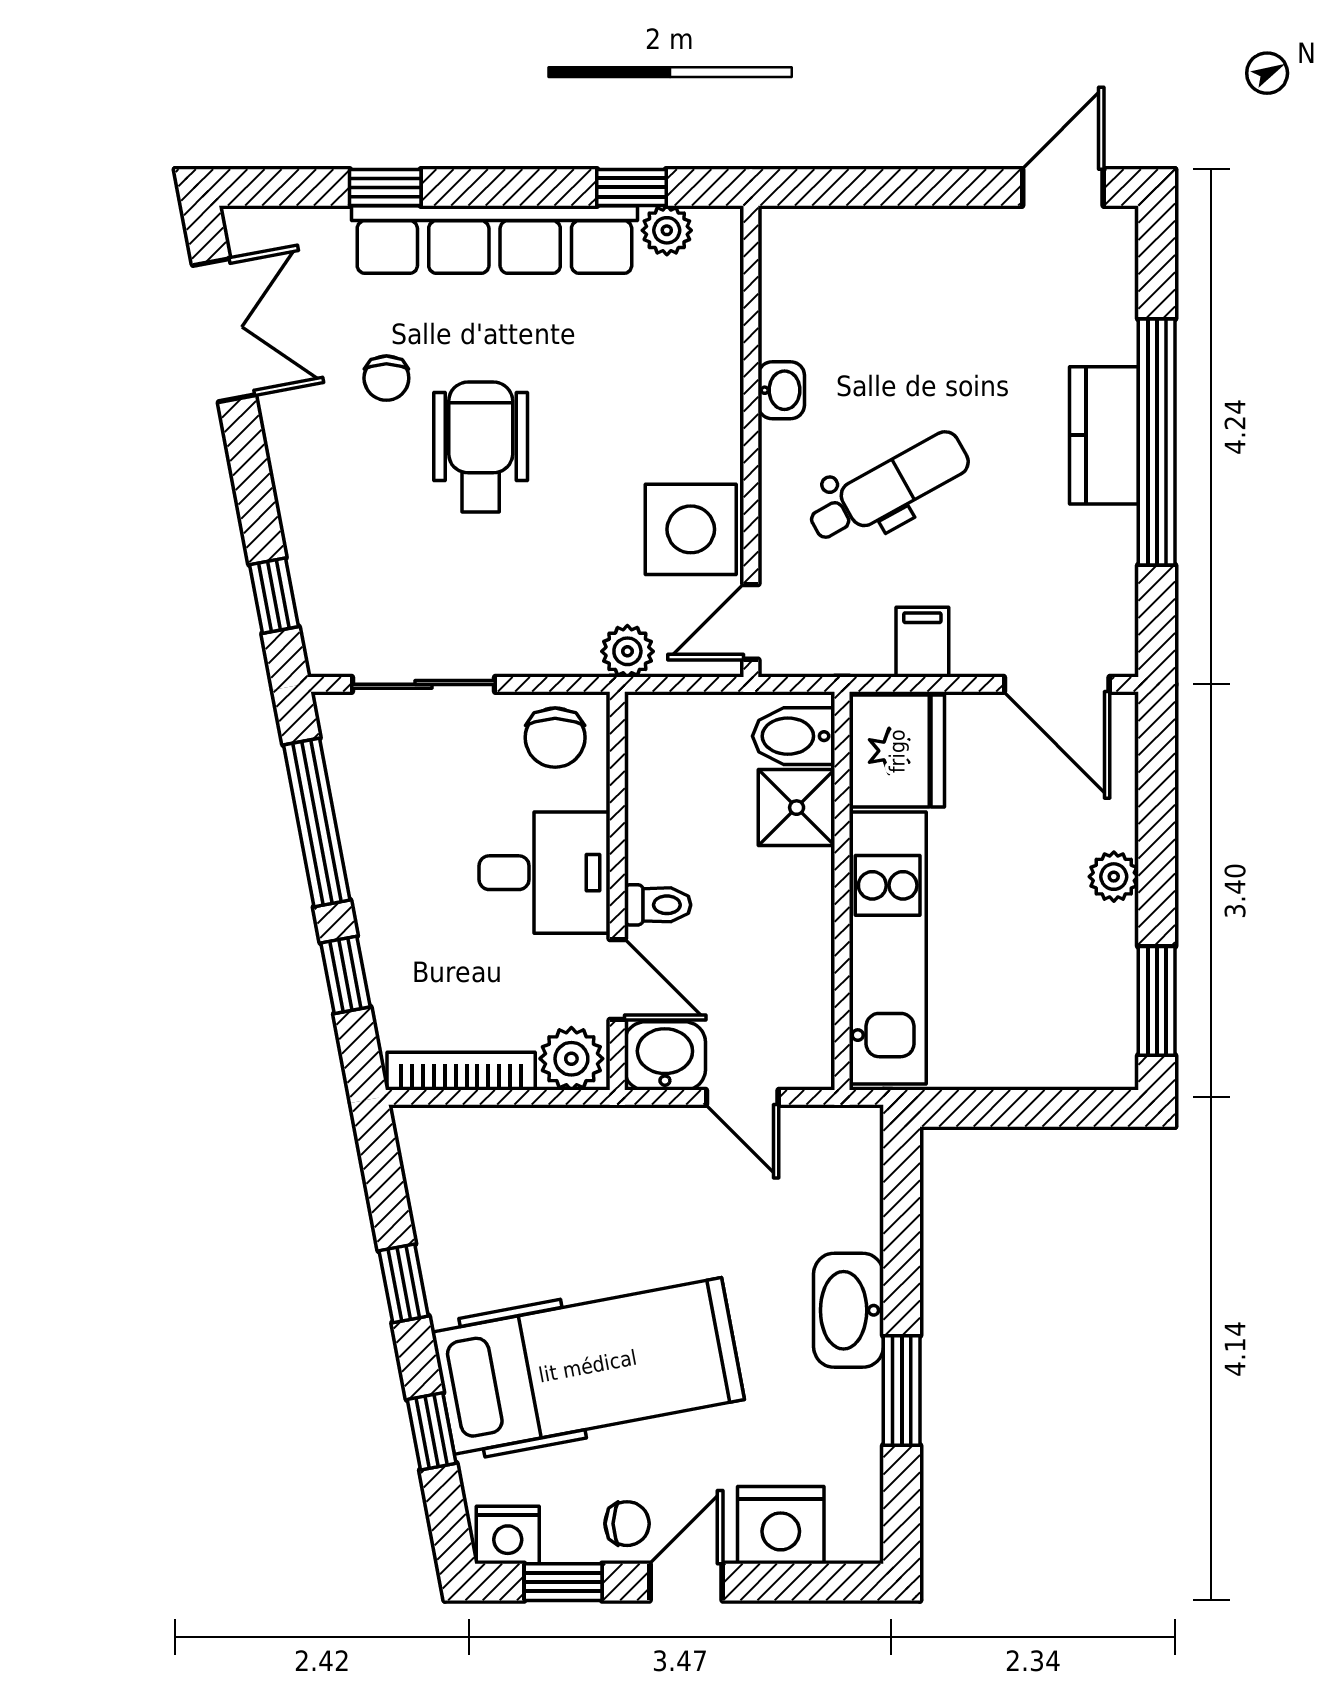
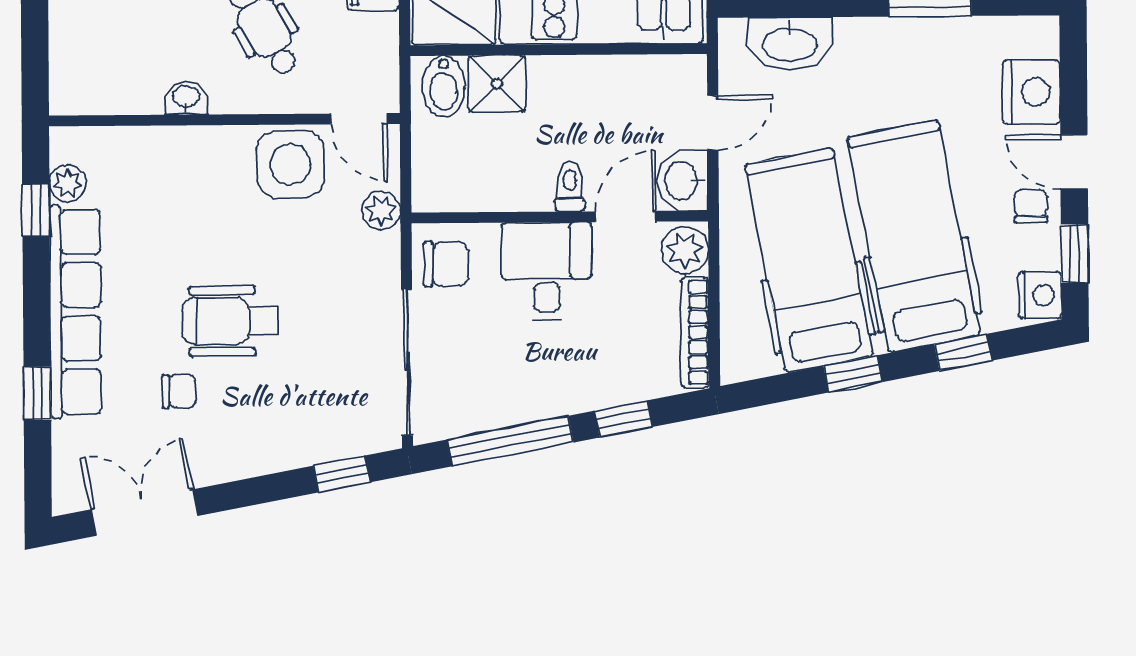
sliding door: (424, 684) -> (407, 362), width x1.37
hospital bed: (557, 1225) -> (809, 260), added
washbasin: (848, 1310) -> (790, 43), moved

